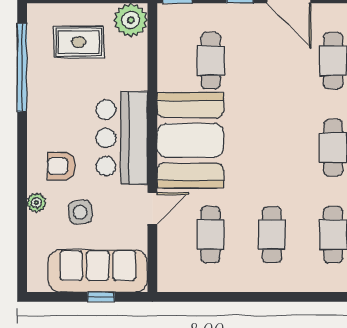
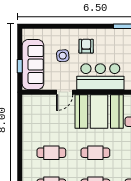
plant: (36, 203) -> (68, 33), removed
door: (152, 208) -> (65, 92), hinge flipped
cafe table: (211, 235) -> (95, 153), moved

